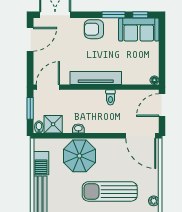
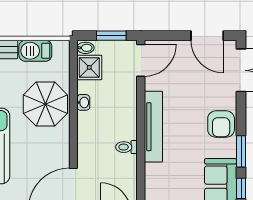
armchair: (94, 29) -> (221, 124), turned 180
door: (48, 87) -> (141, 60), hinge flipped

